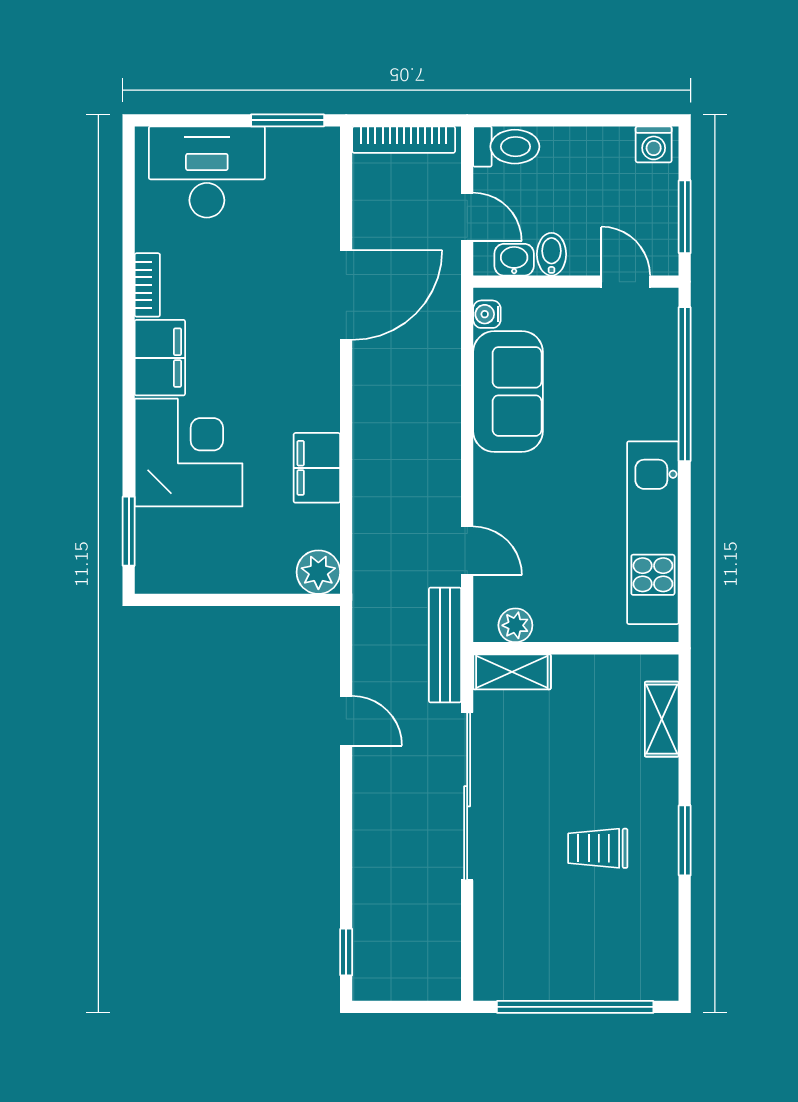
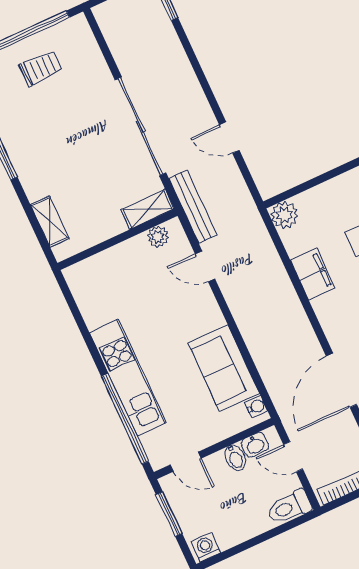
kitchen unit: (653, 533) -> (128, 378), moved
trolley: (598, 848) -> (41, 68), moved

